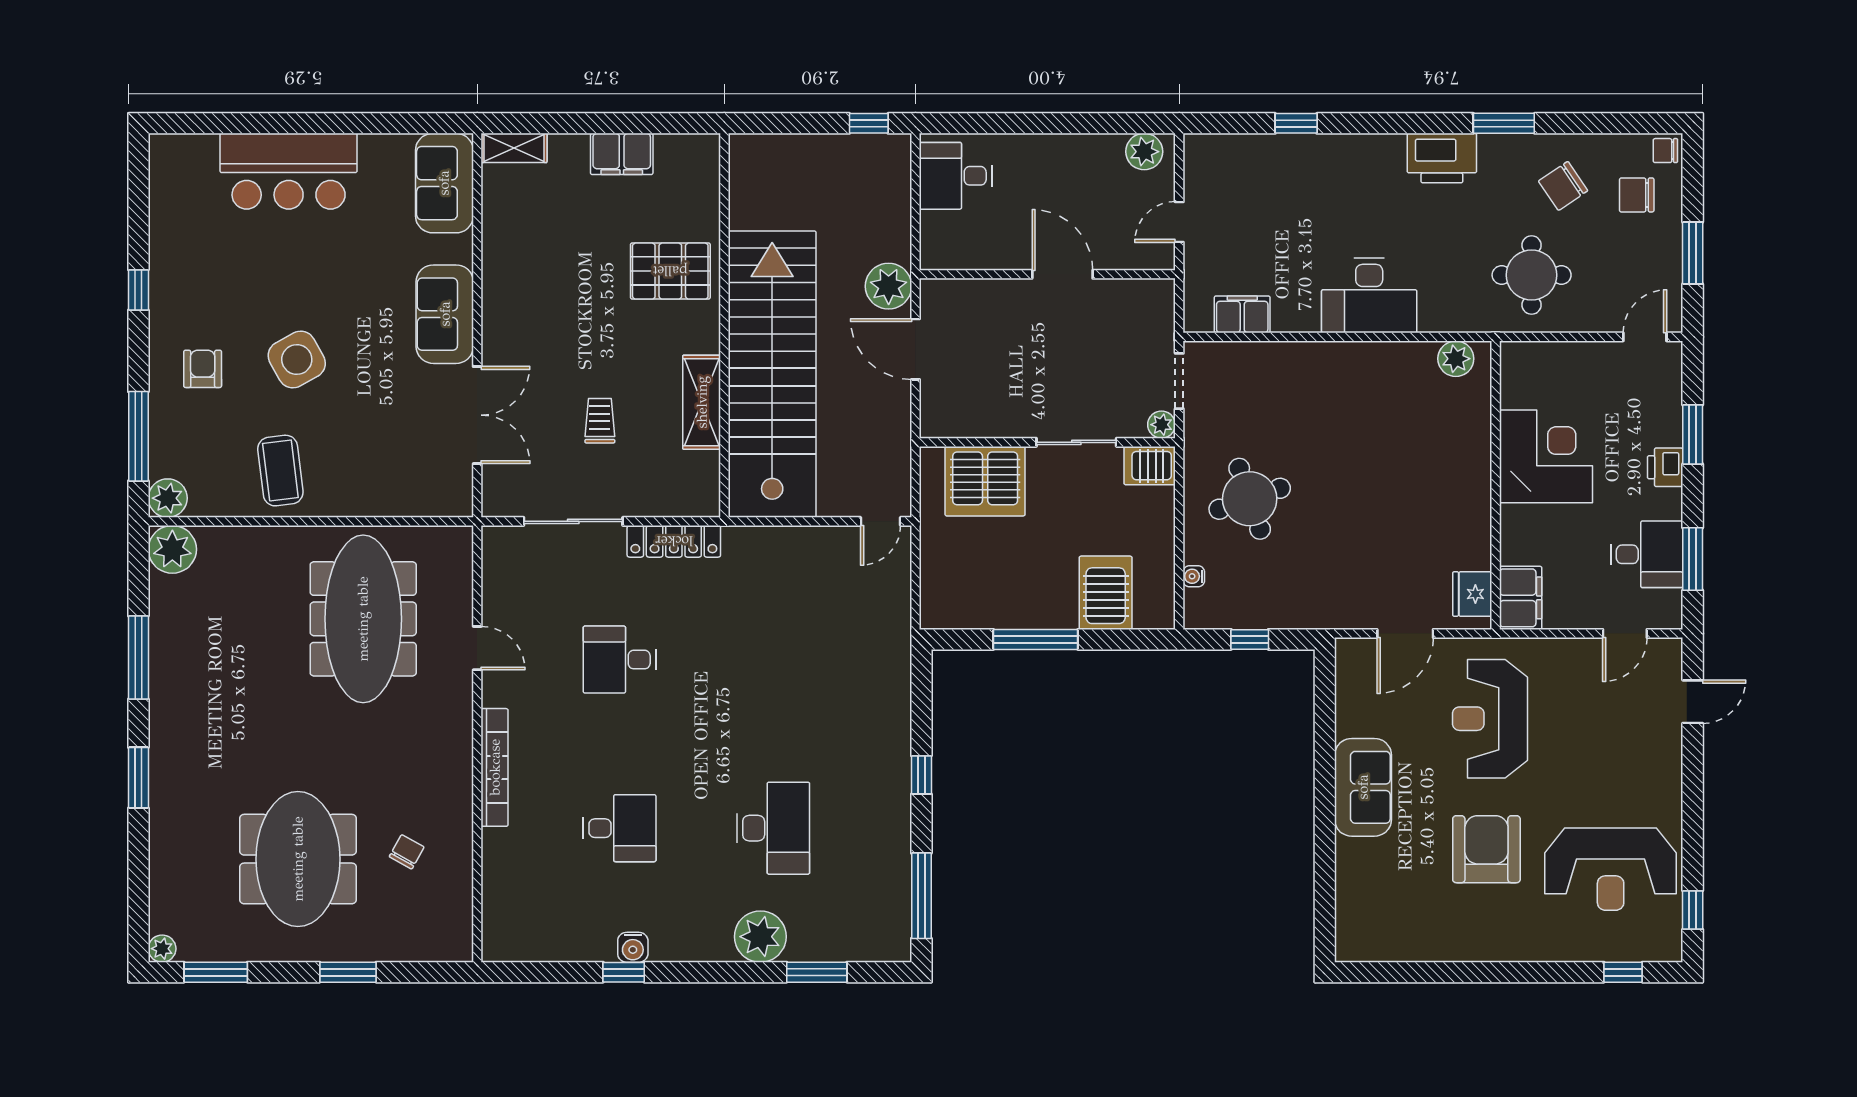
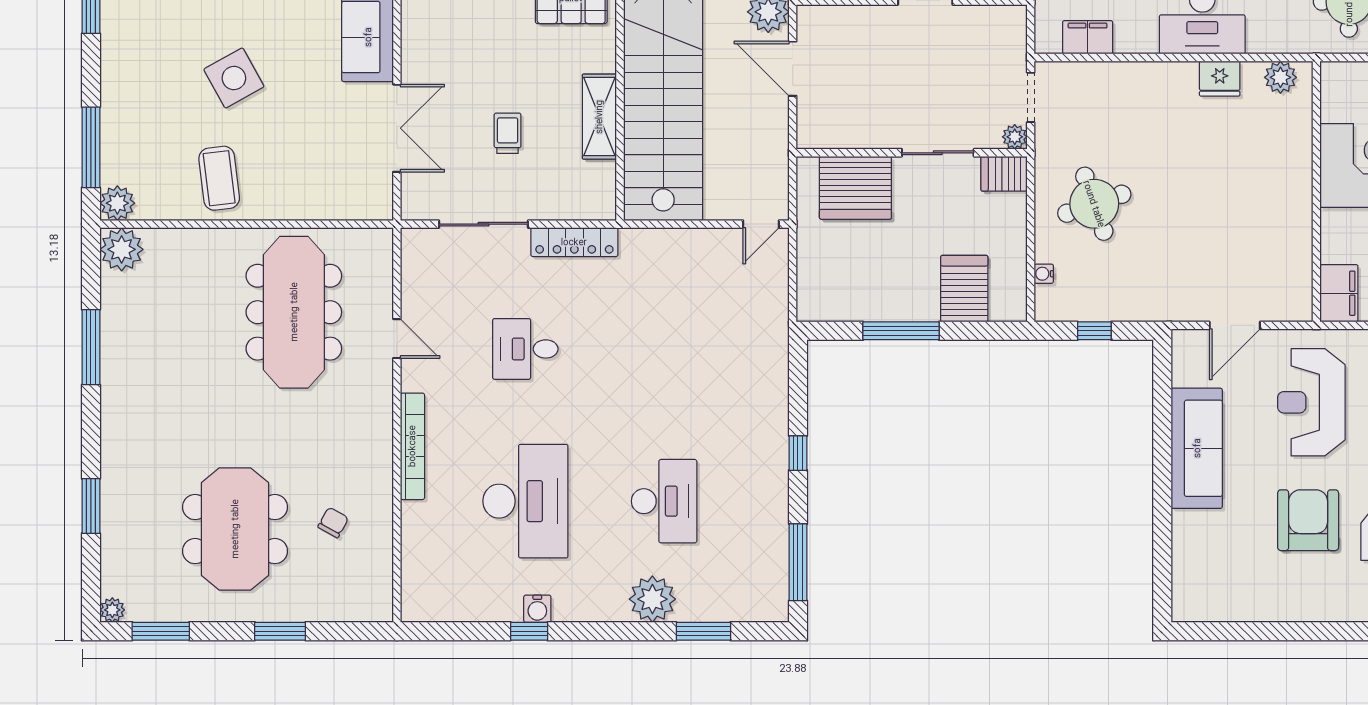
armchair: (203, 369) -> (149, 86), removed
fridge: (1472, 594) -> (1220, 79), moved, turned -90
window: (138, 778) -> (91, 506), moved
sofa: (1363, 787) -> (1197, 448), width x1.36
desk: (620, 828) -> (525, 501), width x1.87, depth x1.30

